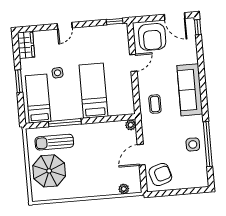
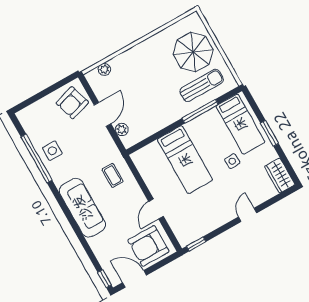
armchair: (152, 37) -> (148, 246), turned -90
plant: (131, 125) -> (122, 130), moved

